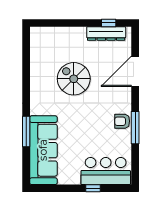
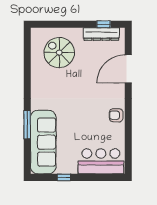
spiral stairs: (74, 79) -> (59, 53), moved
window: (135, 128) -> (128, 121), removed
window: (93, 188) -> (64, 177), moved

